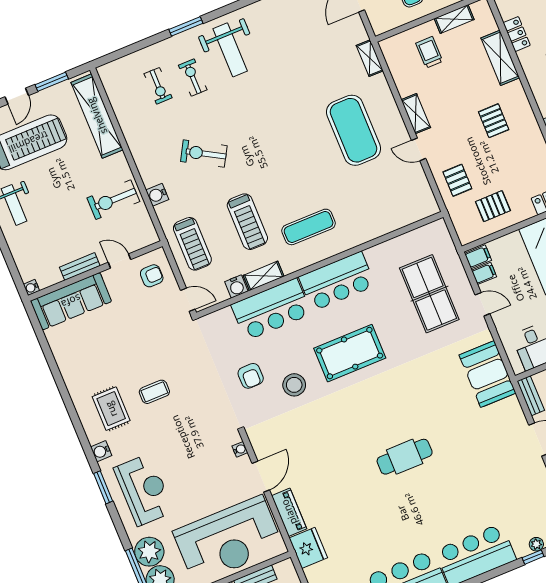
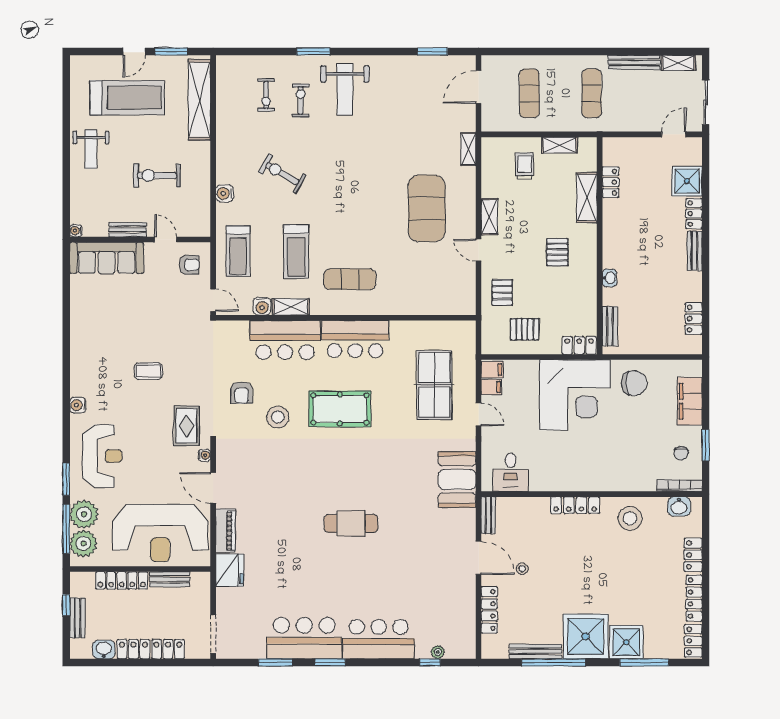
exercise bike: (113, 200) -> (157, 175), moved
rug: (111, 409) -> (186, 426), moved
door: (261, 477) -> (213, 488), swing flipped
window: (103, 487) -> (66, 479), moved

